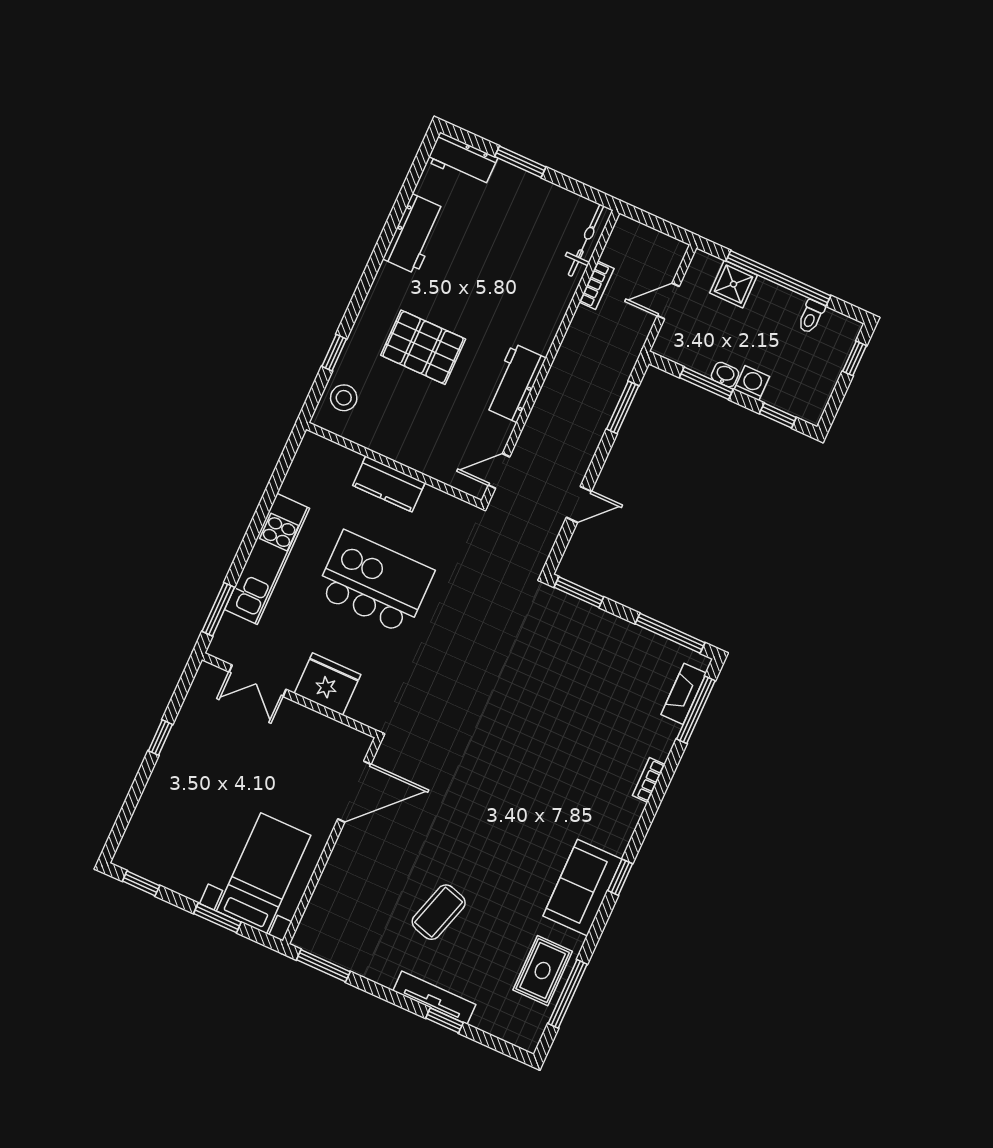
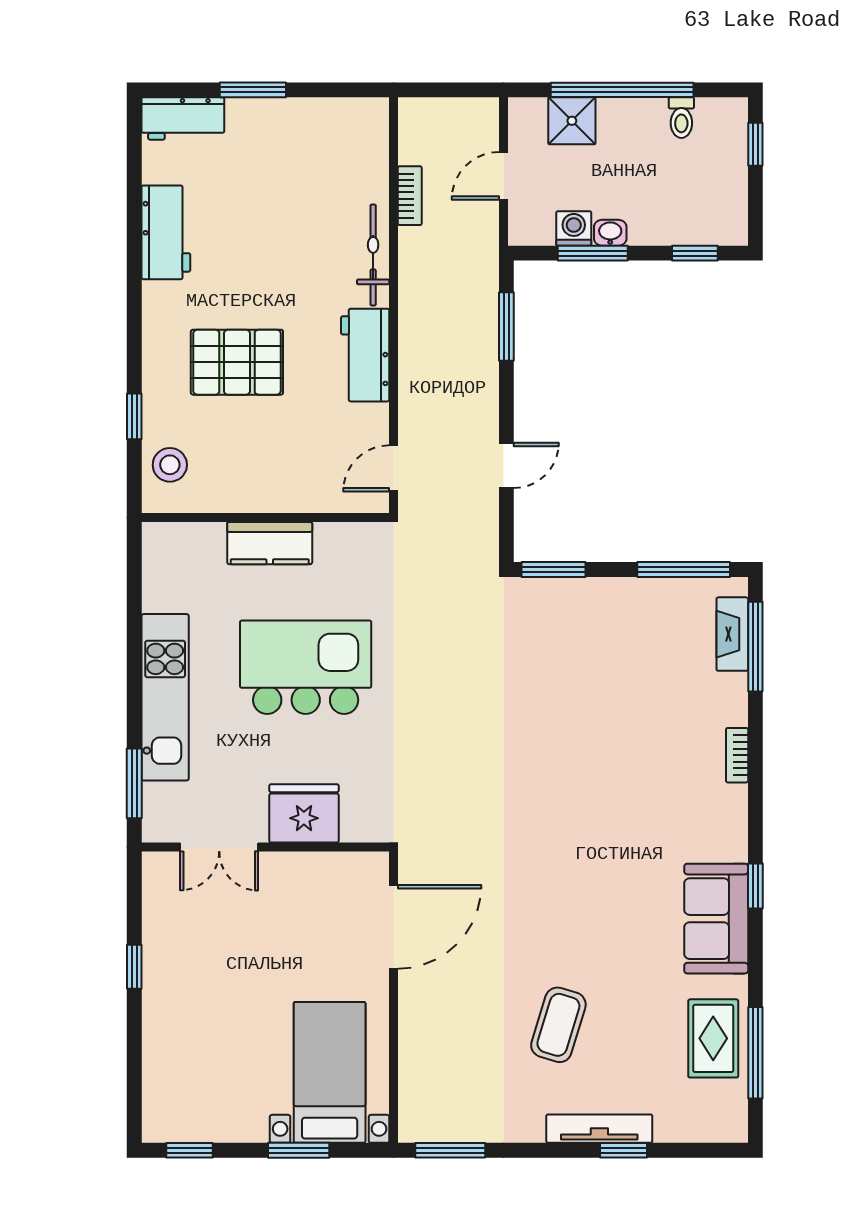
bicycle: (586, 240) -> (373, 255), moved
washing machine: (752, 383) -> (574, 228), moved

